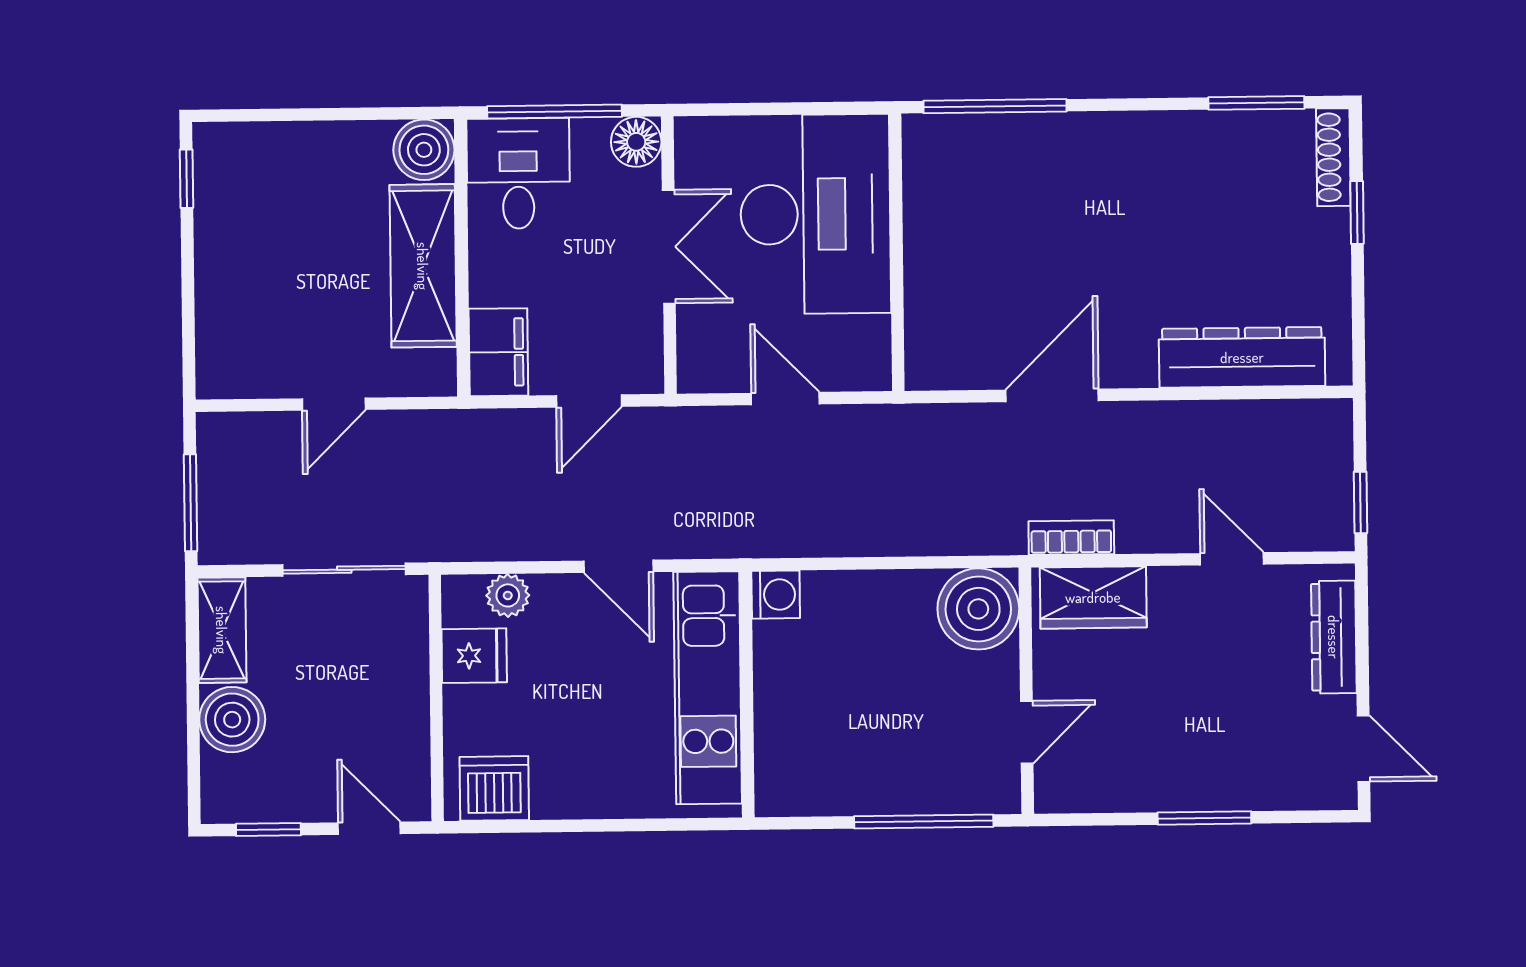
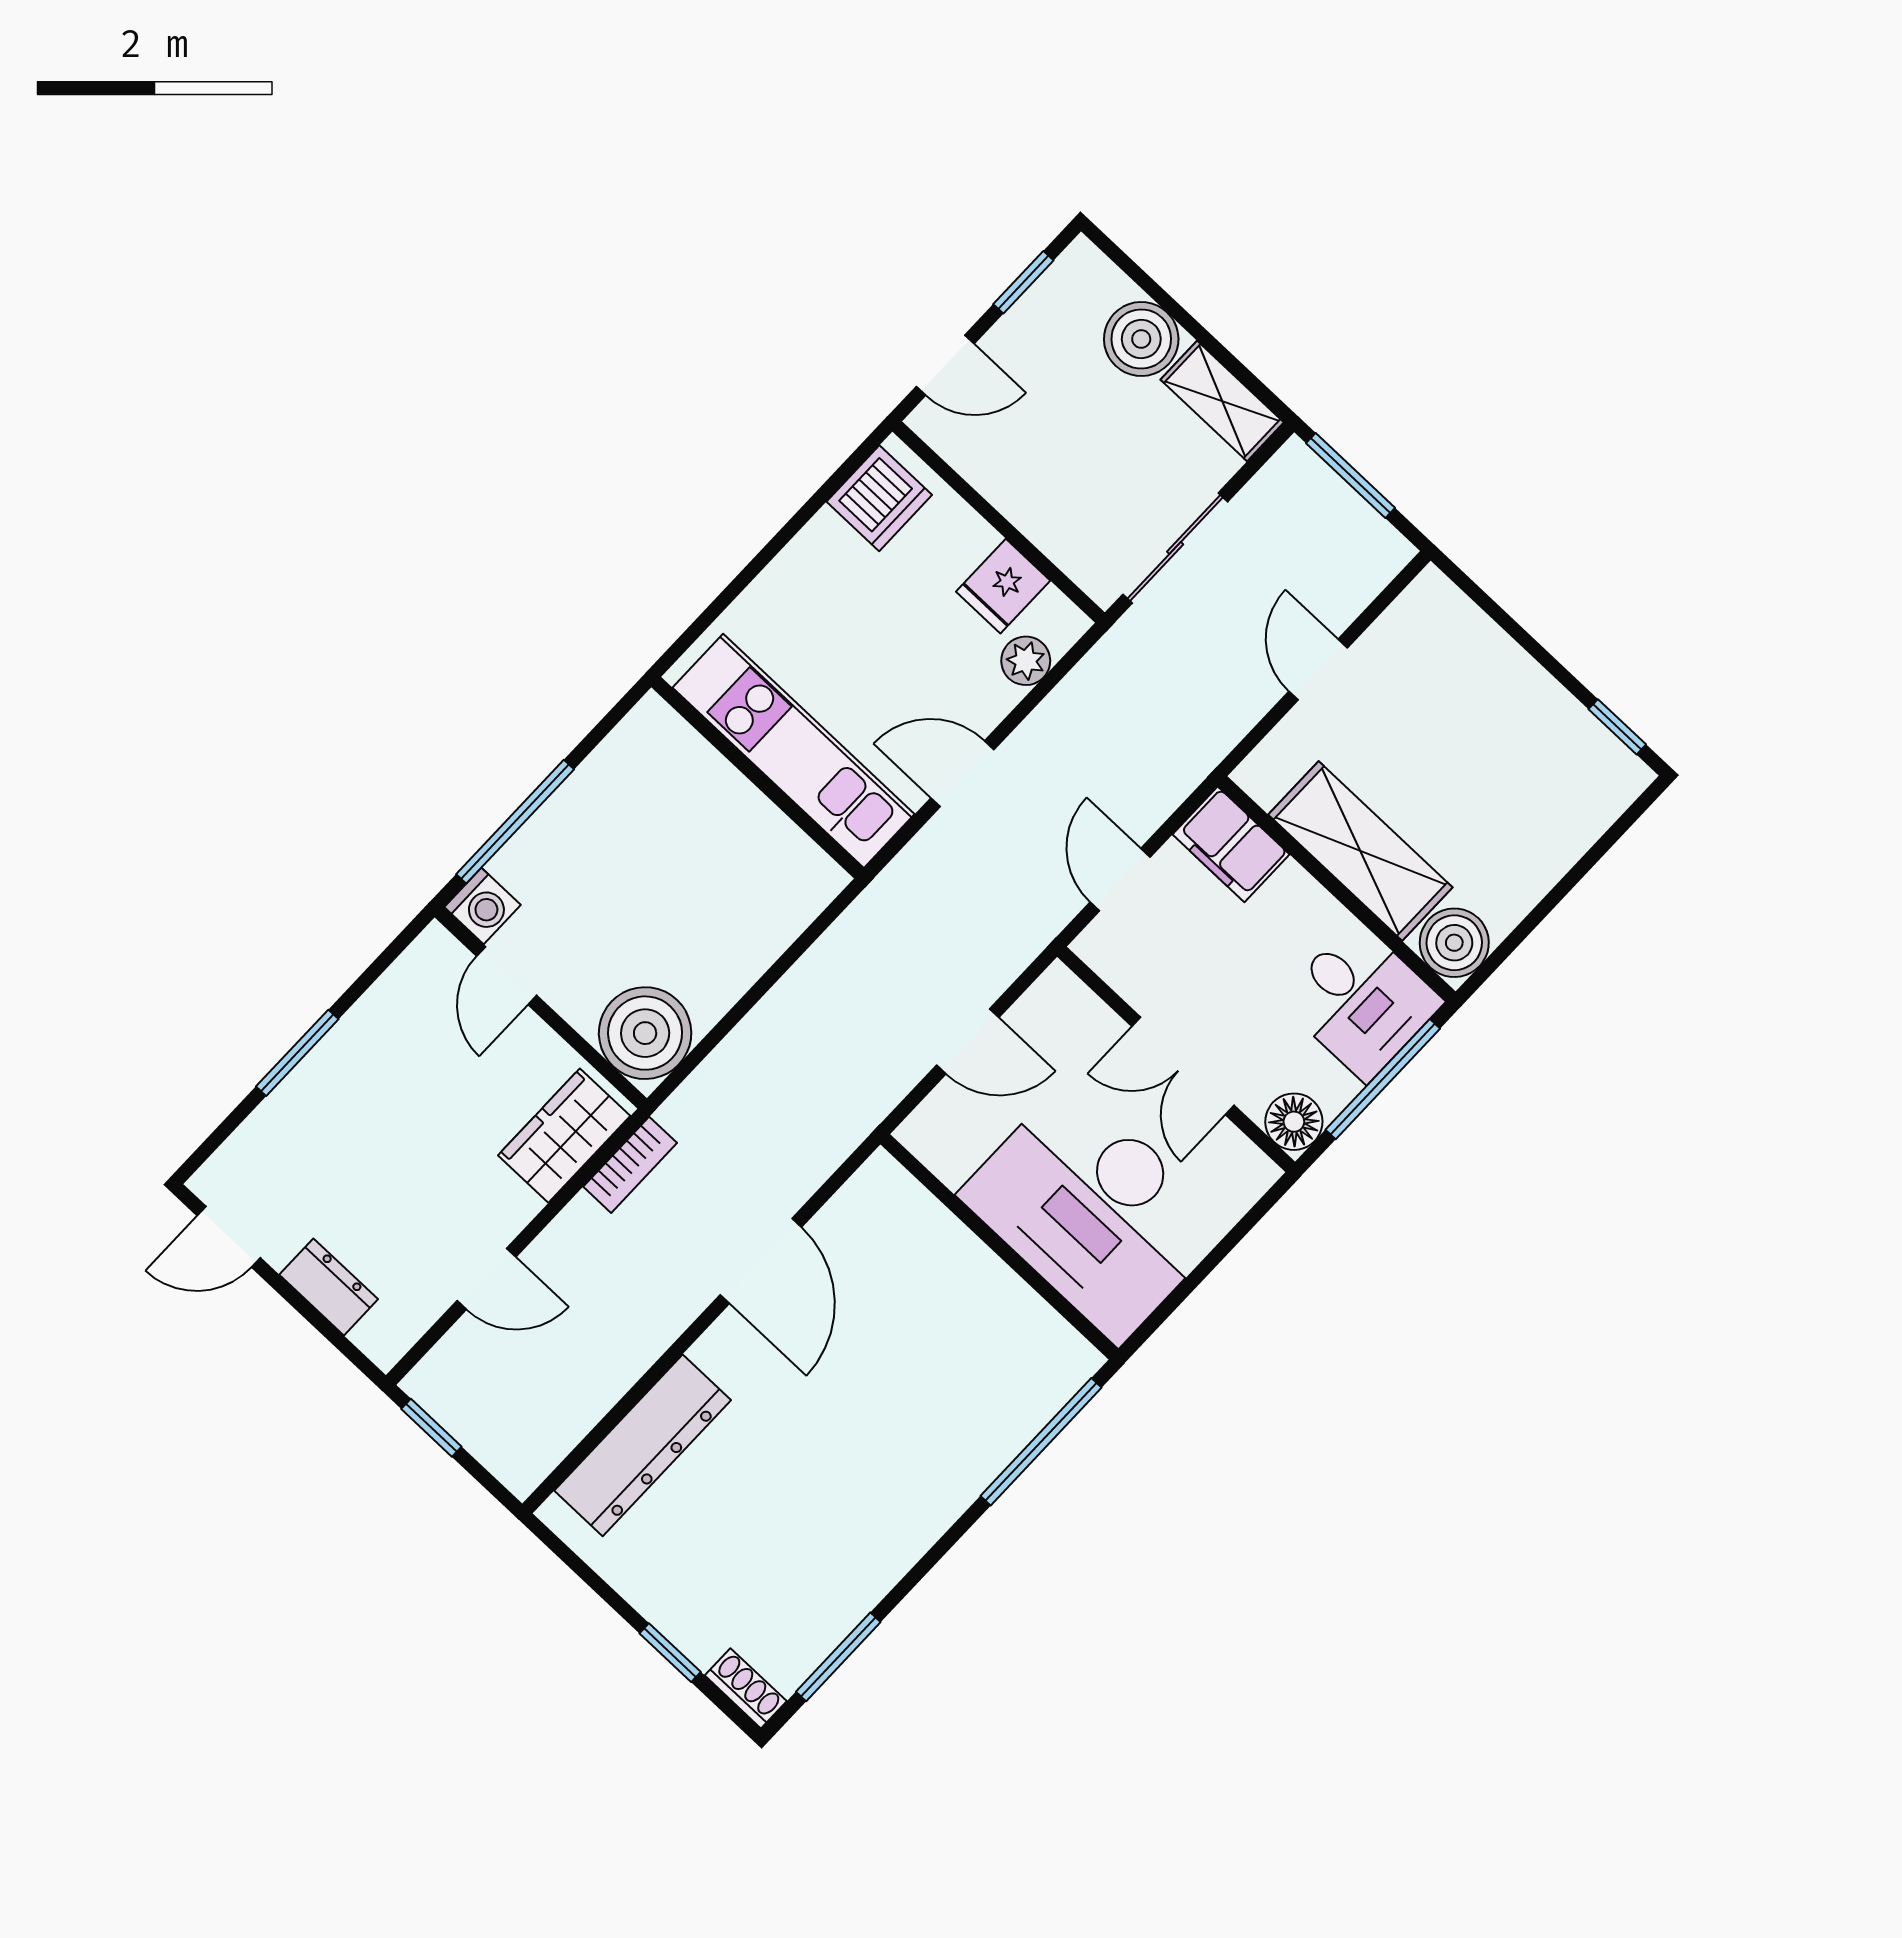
shoe rack: (1333, 157) -> (746, 1688), width x0.70
washing machine: (776, 595) -> (482, 906), moved, turned -90
dresser: (1334, 637) -> (329, 1287), width x0.70

